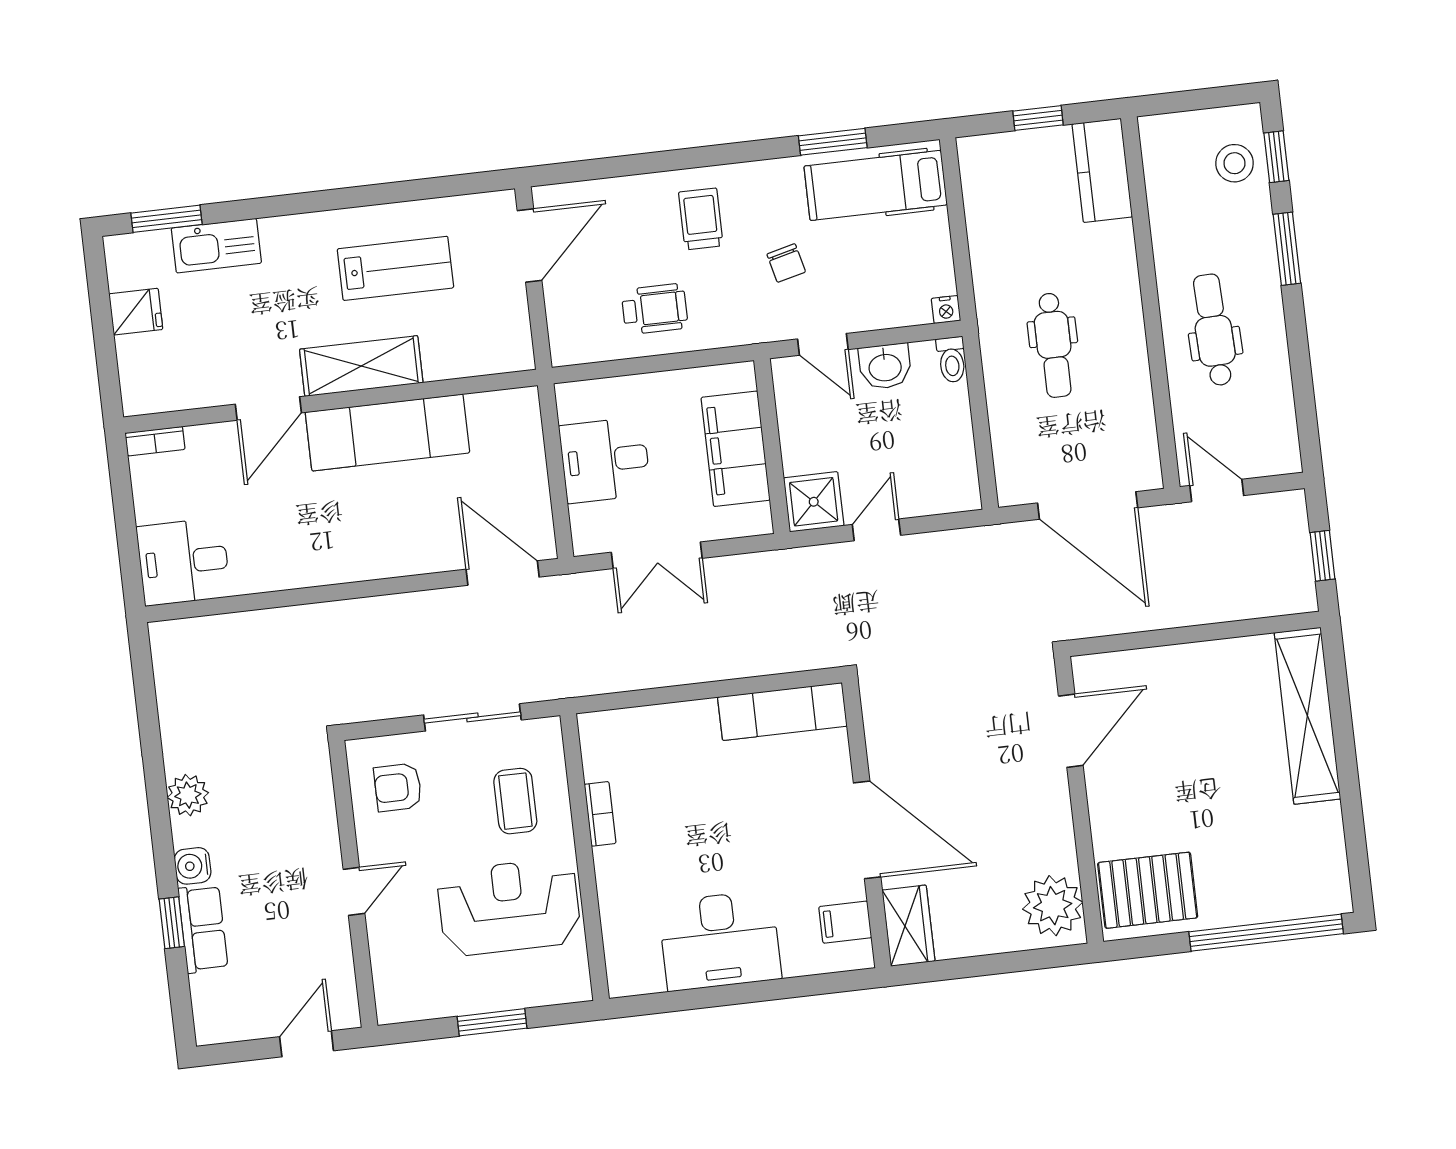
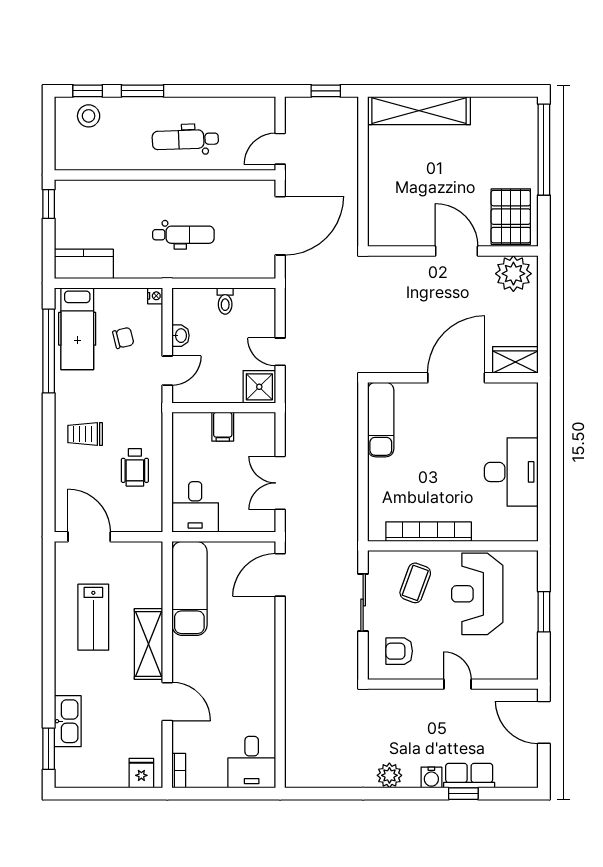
window: (1038, 118) -> (49, 204), moved
window: (833, 142) -> (49, 351), width x2.11
kitchen counter: (1102, 170) -> (84, 264), moved, turned 180
chair: (786, 263) -> (123, 338), moved
lab bench: (395, 268) -> (93, 617), turned 180
wheelchair: (655, 309) -> (135, 467), turned 180
fridge: (136, 312) -> (141, 773), moved
toilet: (952, 360) -> (225, 301), moved, turned 90
washbasin: (885, 366) -> (181, 336), width x0.72, depth x0.69
exam couch: (387, 432) -> (189, 588), moved
filing cabinet: (736, 449) -> (223, 427), width x0.33, depth x0.86
desk: (605, 460) -> (195, 507), moved
double door: (657, 555) -> (280, 483), swing flipped
door: (1071, 731) -> (456, 251), moved
armchair: (398, 787) -> (399, 651), turned 90
coffee table: (515, 801) -> (415, 583), turned -70
bookcase: (600, 814) -> (429, 532), width x2.31, depth x1.31
filing cabinet: (845, 922) -> (509, 397), removed
door: (307, 1044) -> (544, 722), width x1.38

